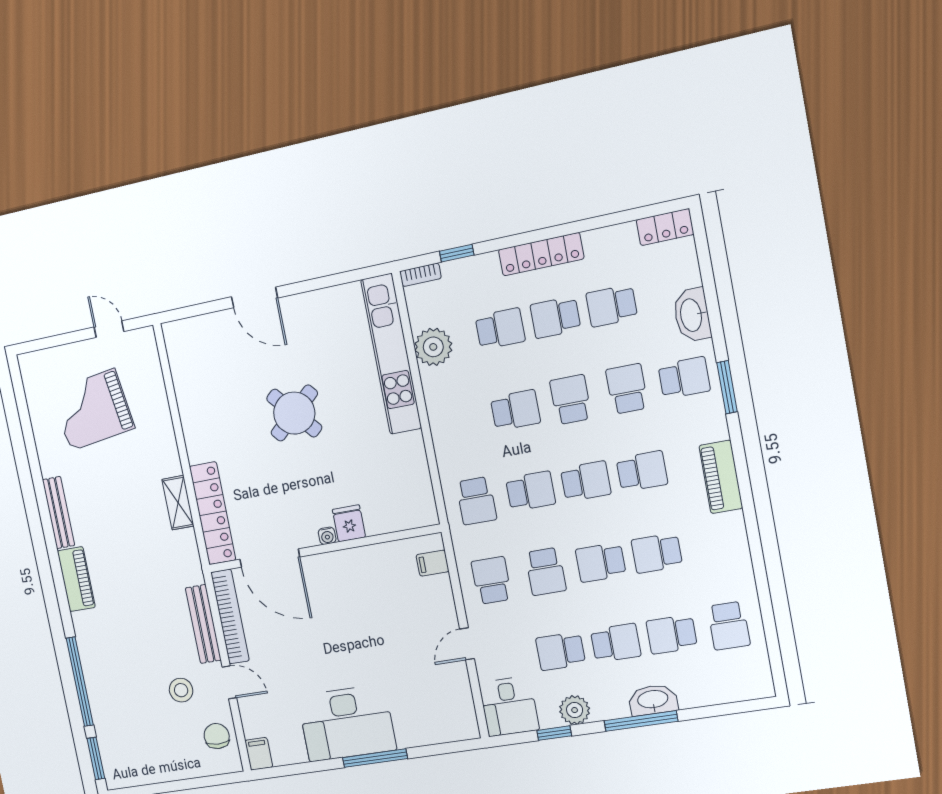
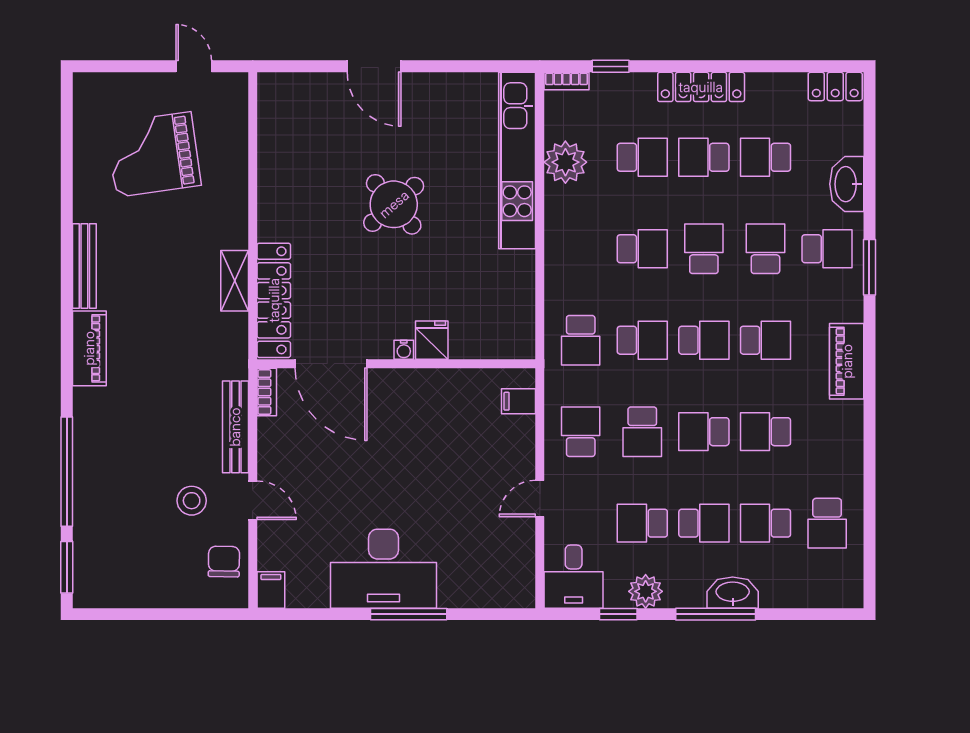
bookcase: (230, 617) -> (267, 392), width x0.43, depth x0.76

